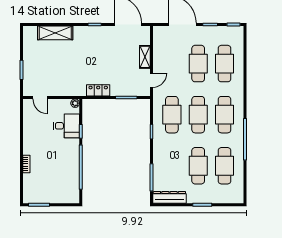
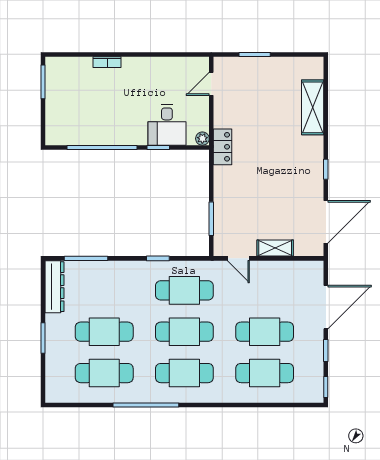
locker: (98, 90) -> (223, 147), moved

